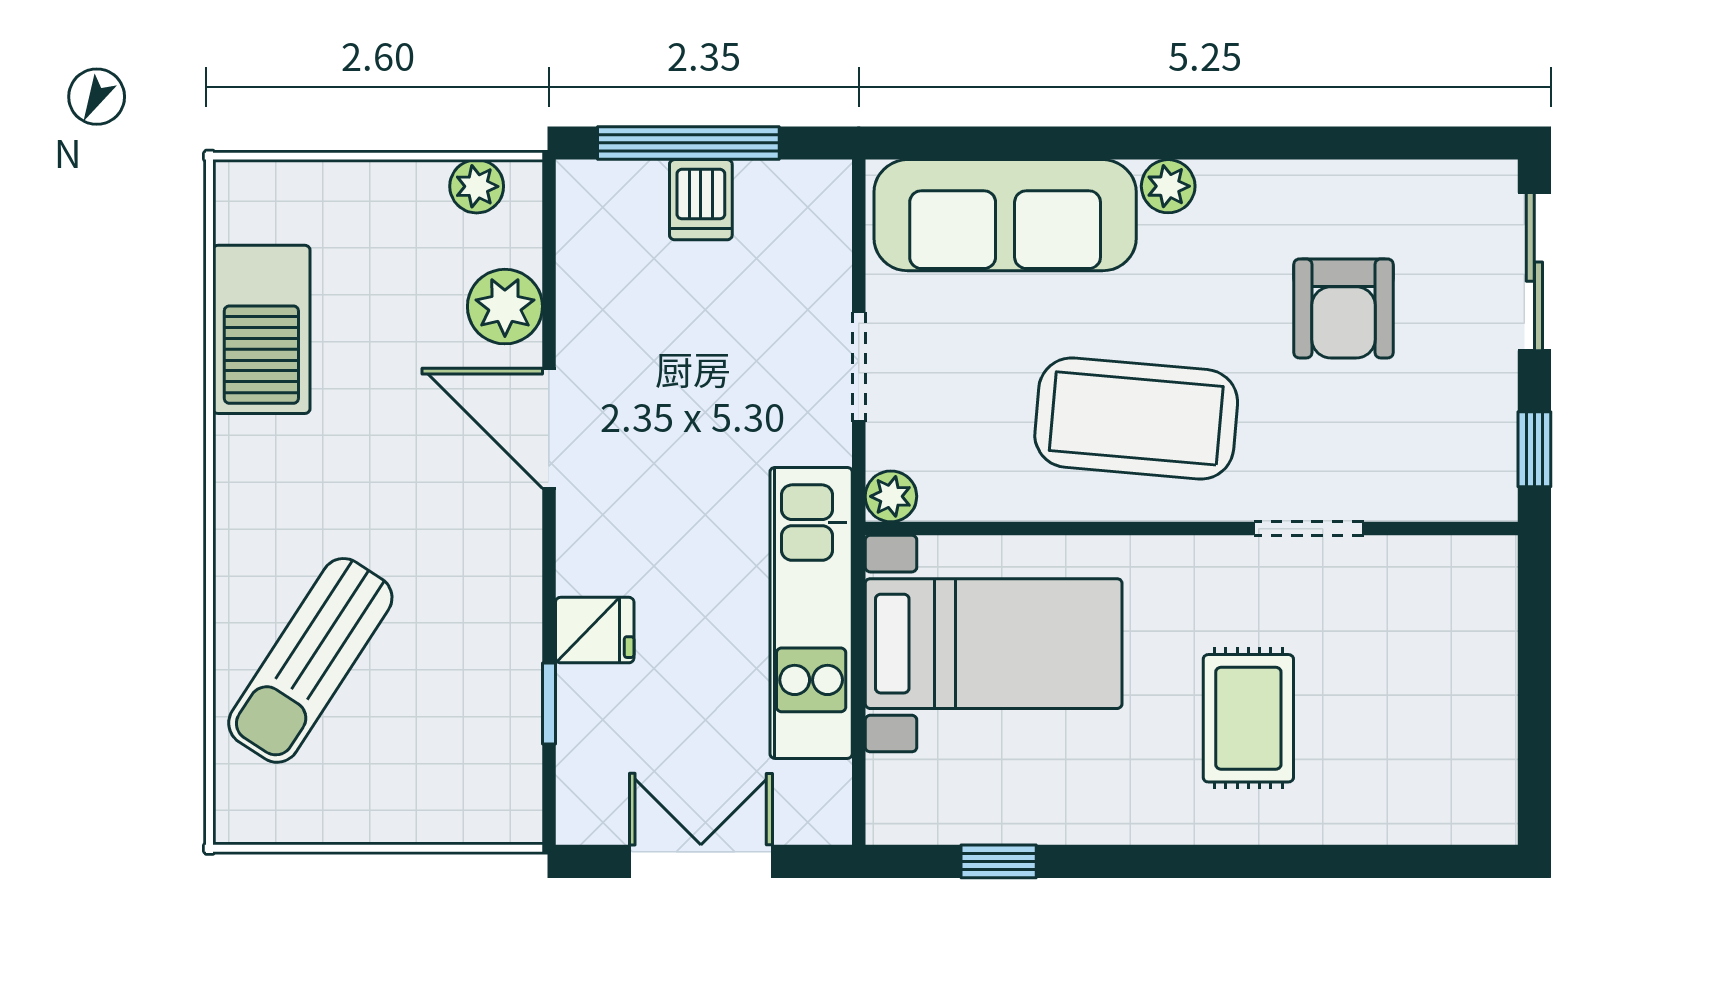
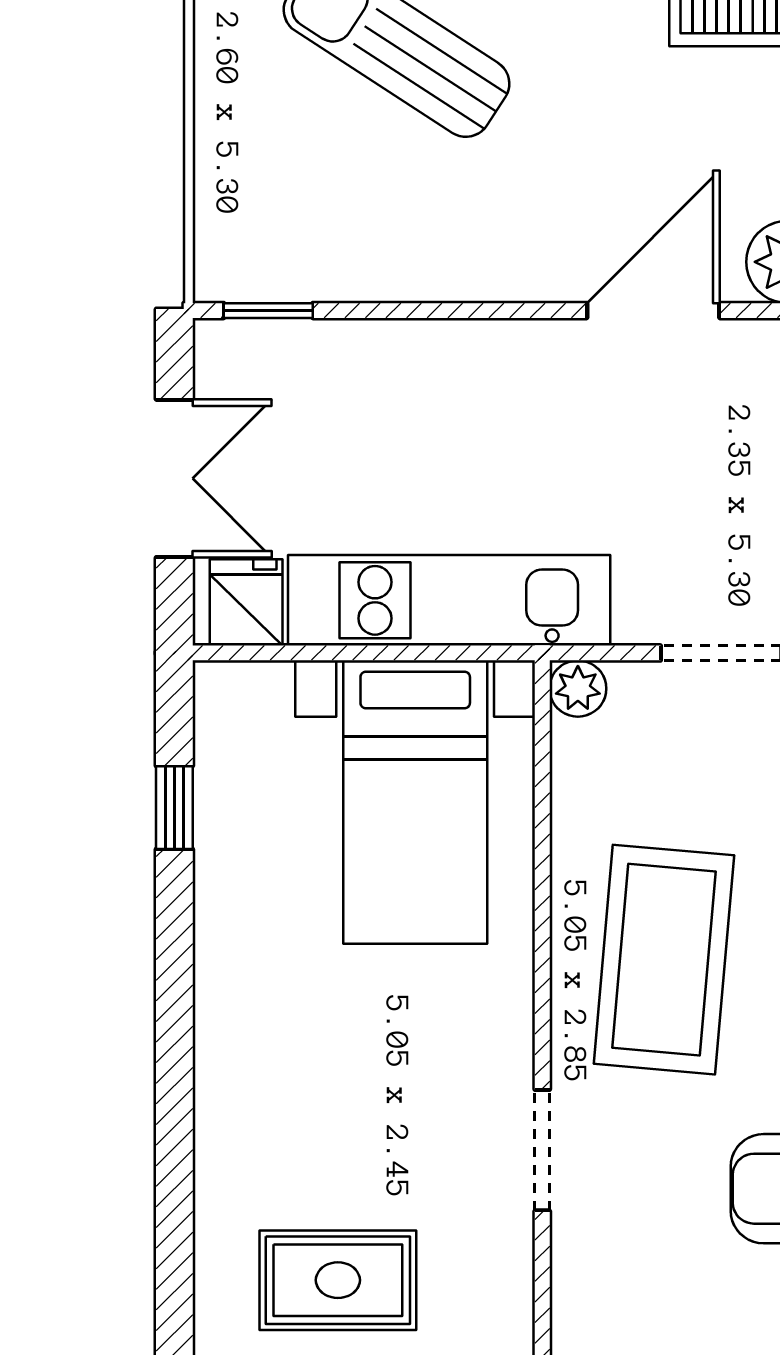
fridge: (595, 630) -> (246, 602), moved, turned 180
window: (549, 703) -> (268, 311), moved
rug: (1248, 718) -> (338, 1280), moved

